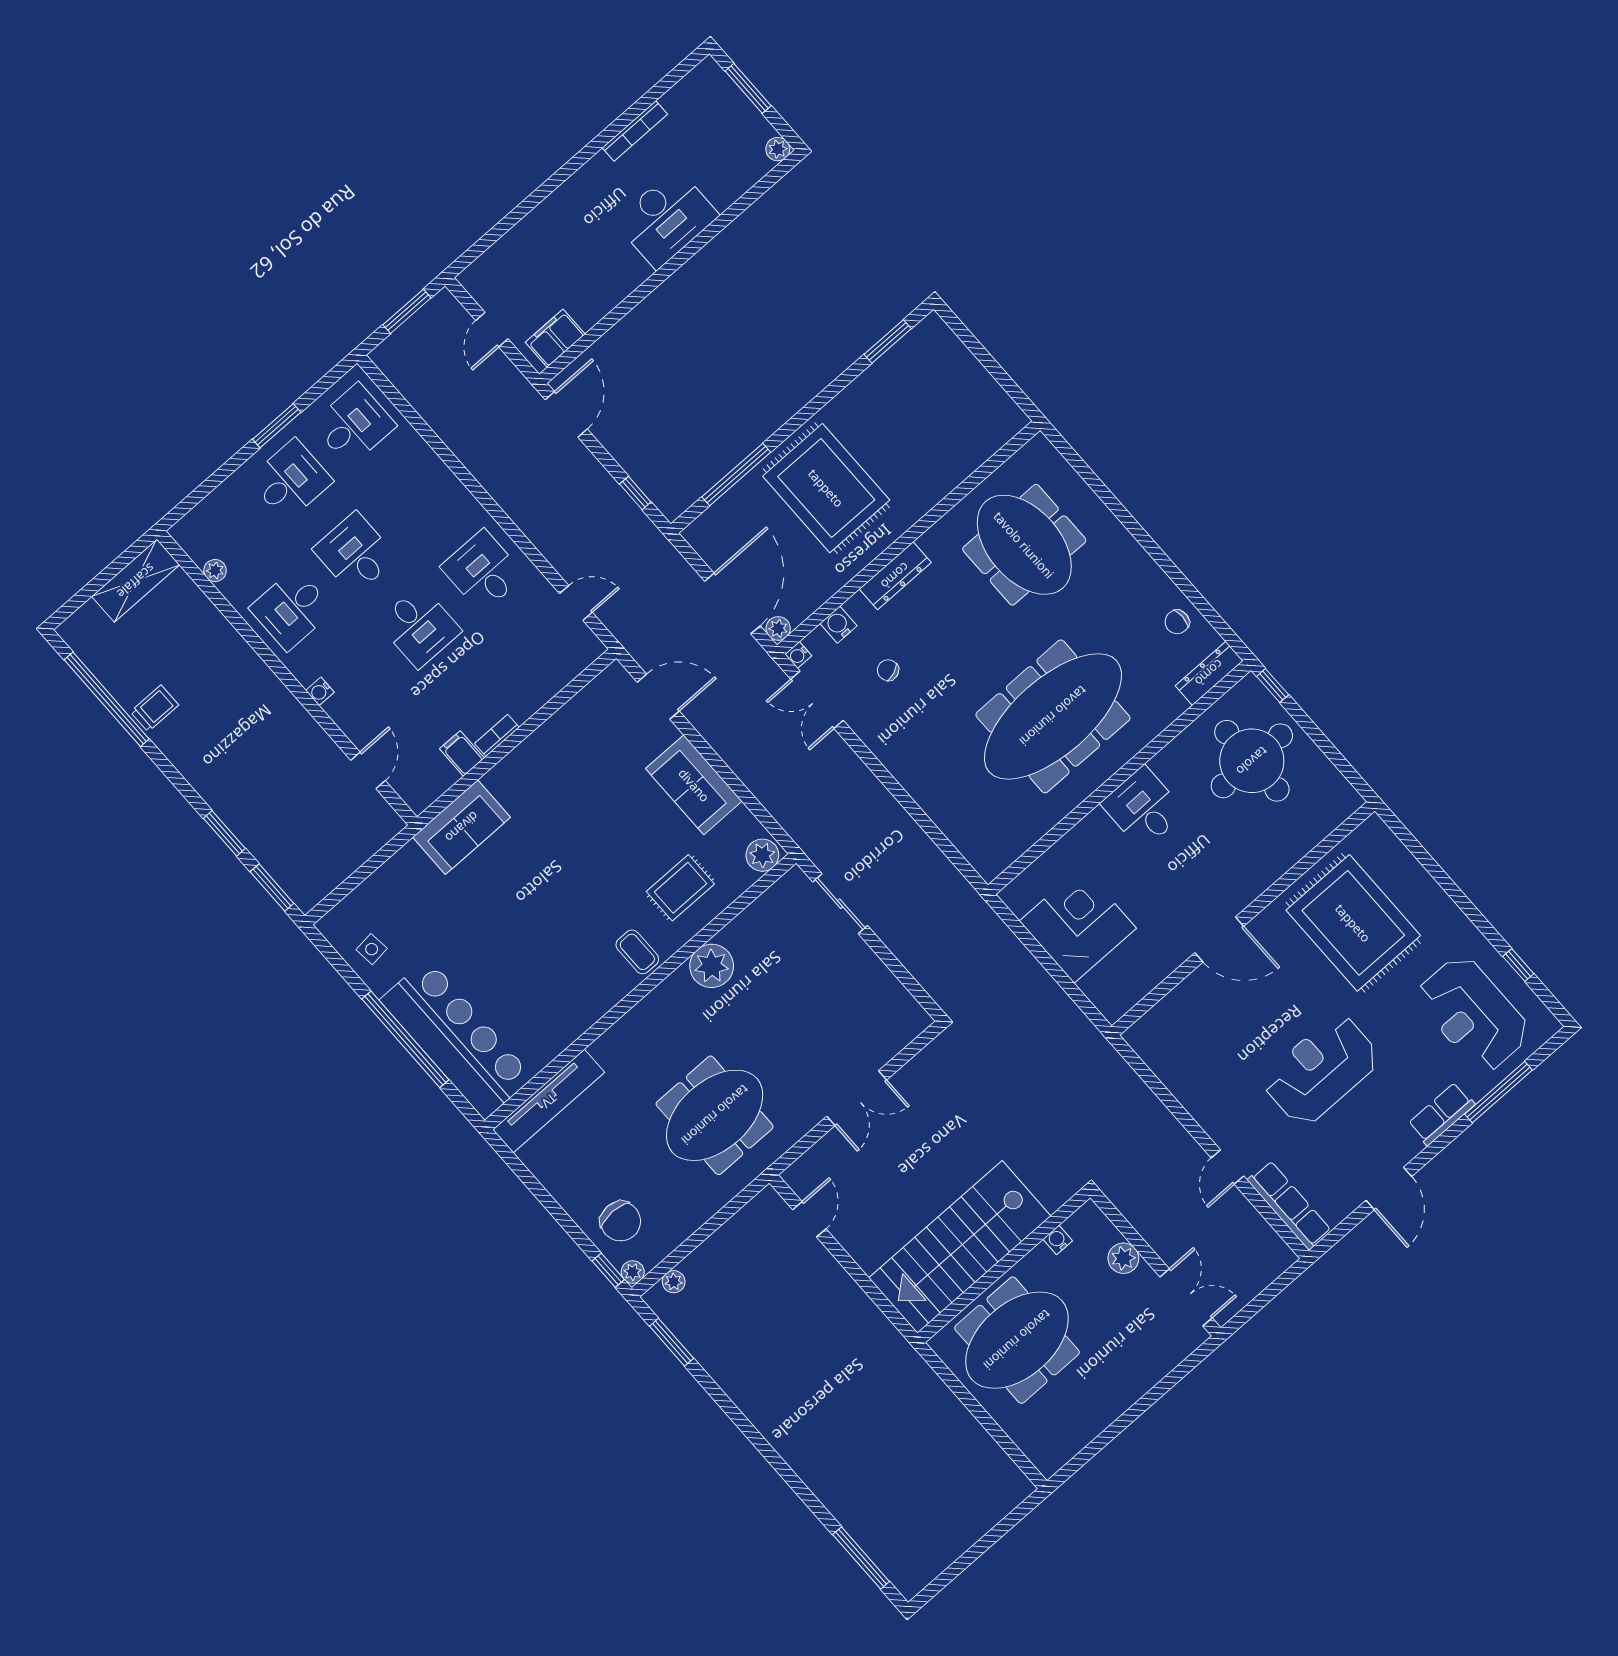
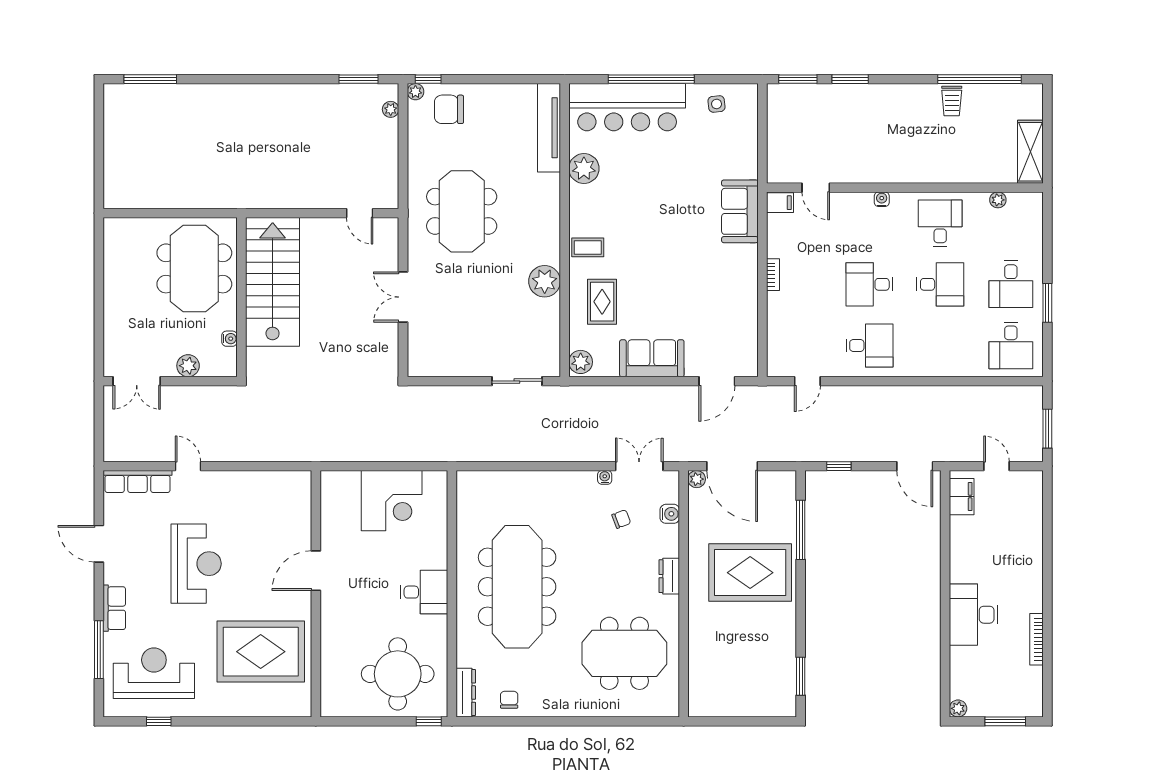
dresser: (895, 576) -> (669, 576), width x0.70
water cooler: (798, 655) -> (605, 477), moved
filing cabinet: (462, 753) -> (780, 203), moved
plant: (559, 1028) -> (584, 169), added

